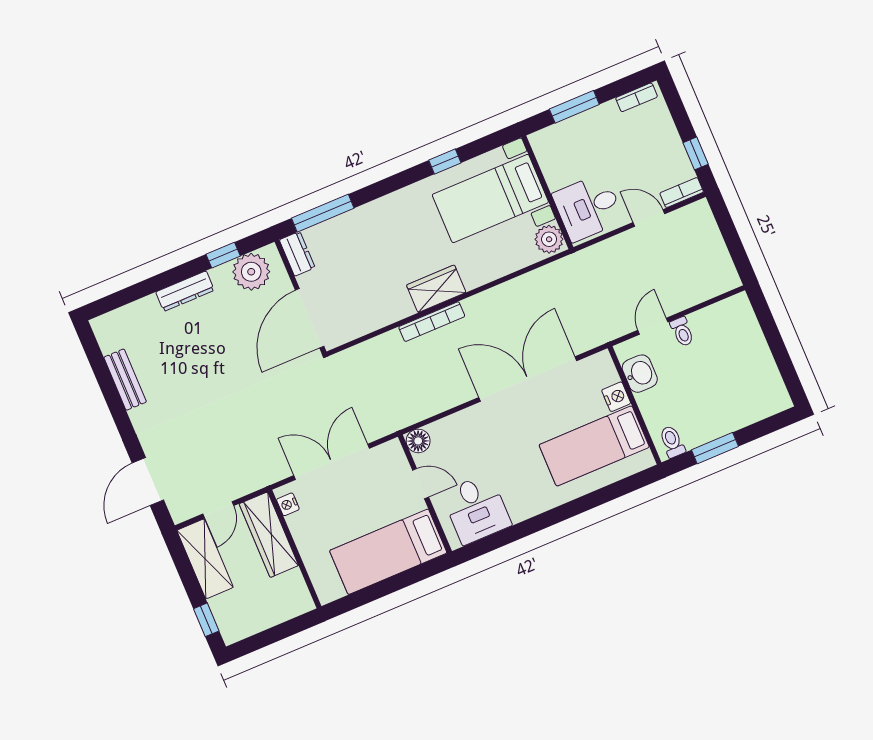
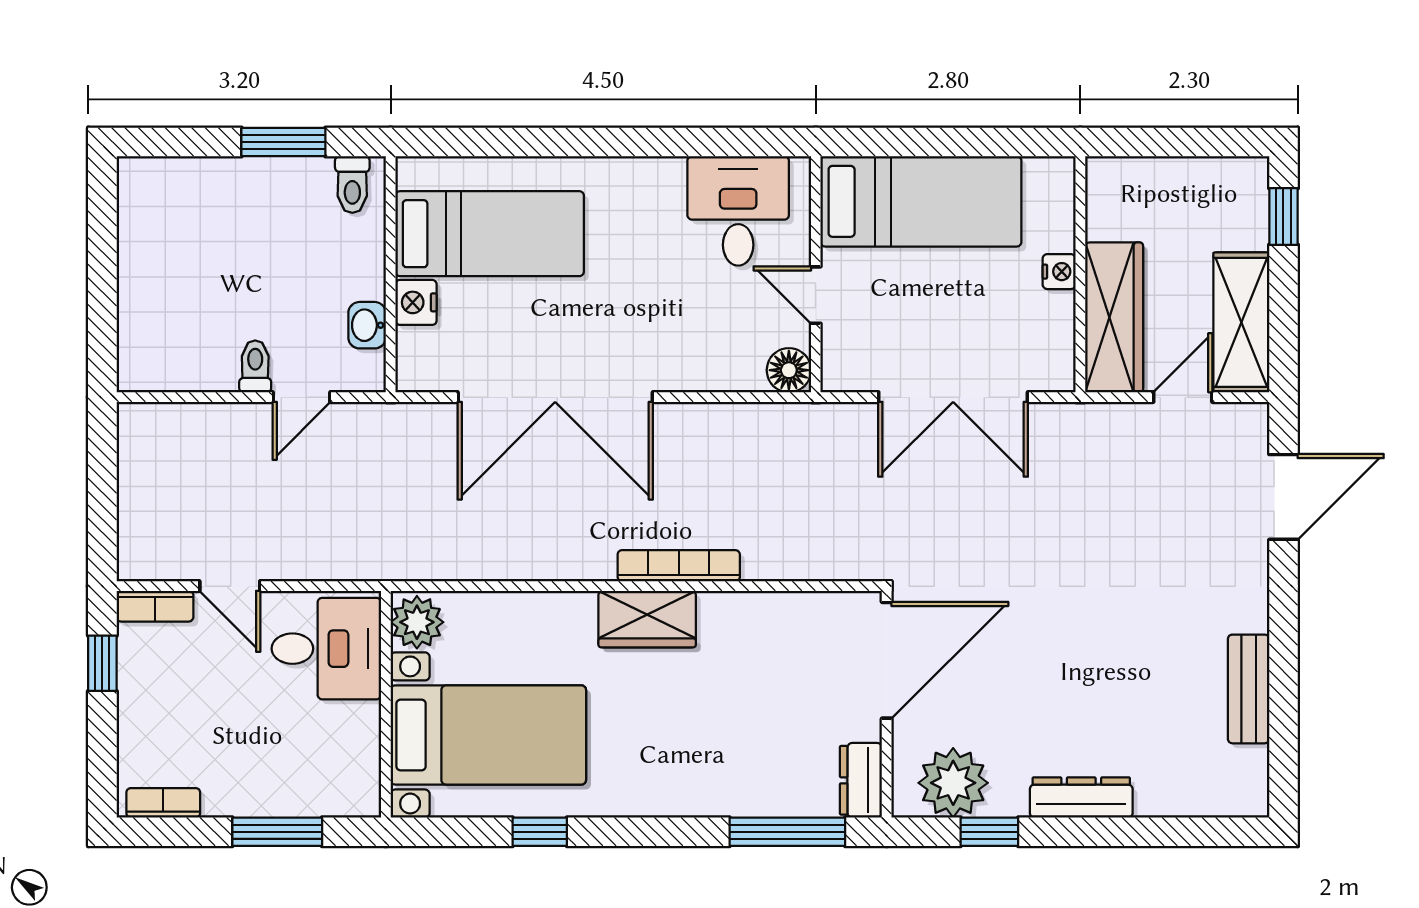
washbasin: (640, 374) -> (367, 325), width x0.72, depth x0.69
nightstand: (288, 504) -> (1059, 272), moved

